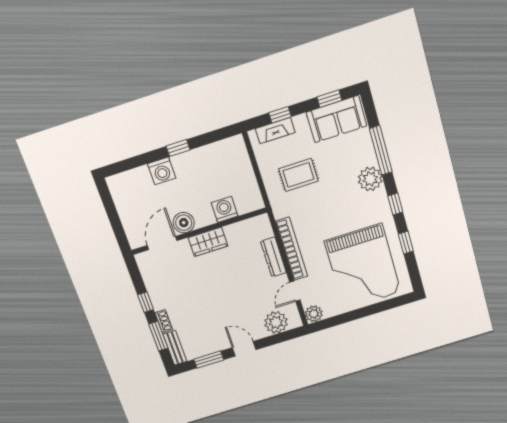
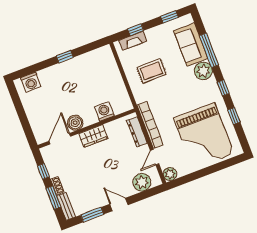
sofa: (337, 119) -> (191, 45), moved, turned 90
washing machine: (162, 171) -> (31, 82), moved
washing machine: (225, 209) -> (104, 112), moved
boiler: (184, 223) -> (75, 123), moved
wall: (199, 231) -> (86, 129), moved
wardrobe: (208, 242) -> (93, 136), moved
door: (162, 243) -> (60, 139), moved

